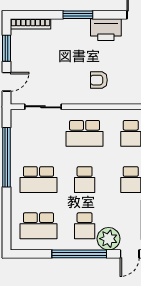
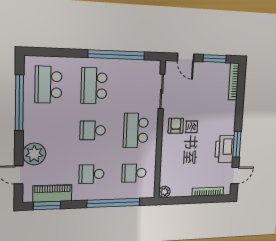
window: (78, 15) -> (237, 144), moved
armchair: (99, 80) -> (176, 126), moved
school desk: (85, 226) -> (48, 130), removed
window: (79, 254) -> (19, 103), moved

